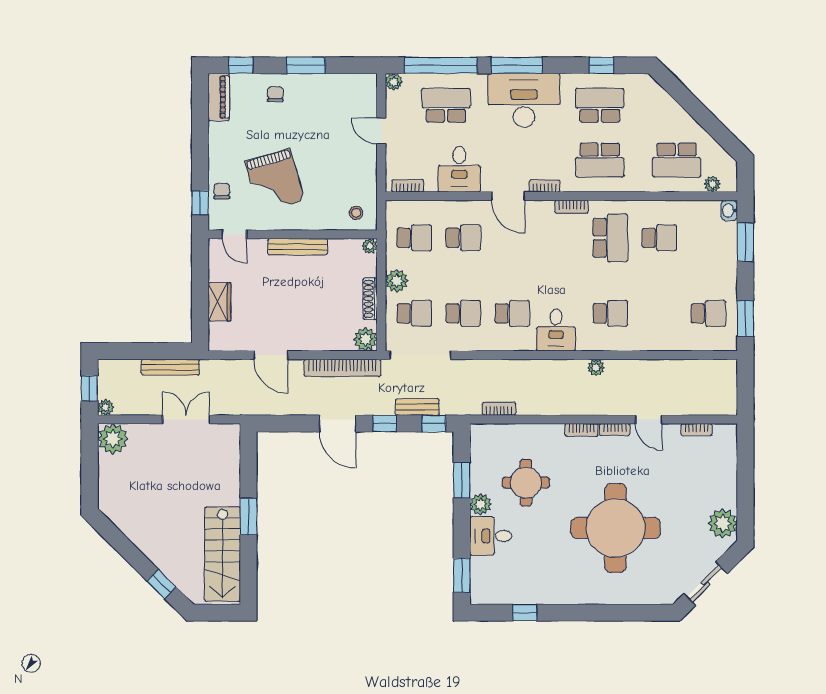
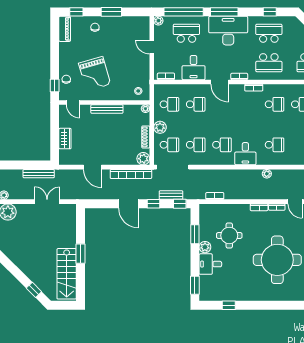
school desk: (610, 238) -> (275, 104), width x0.54

